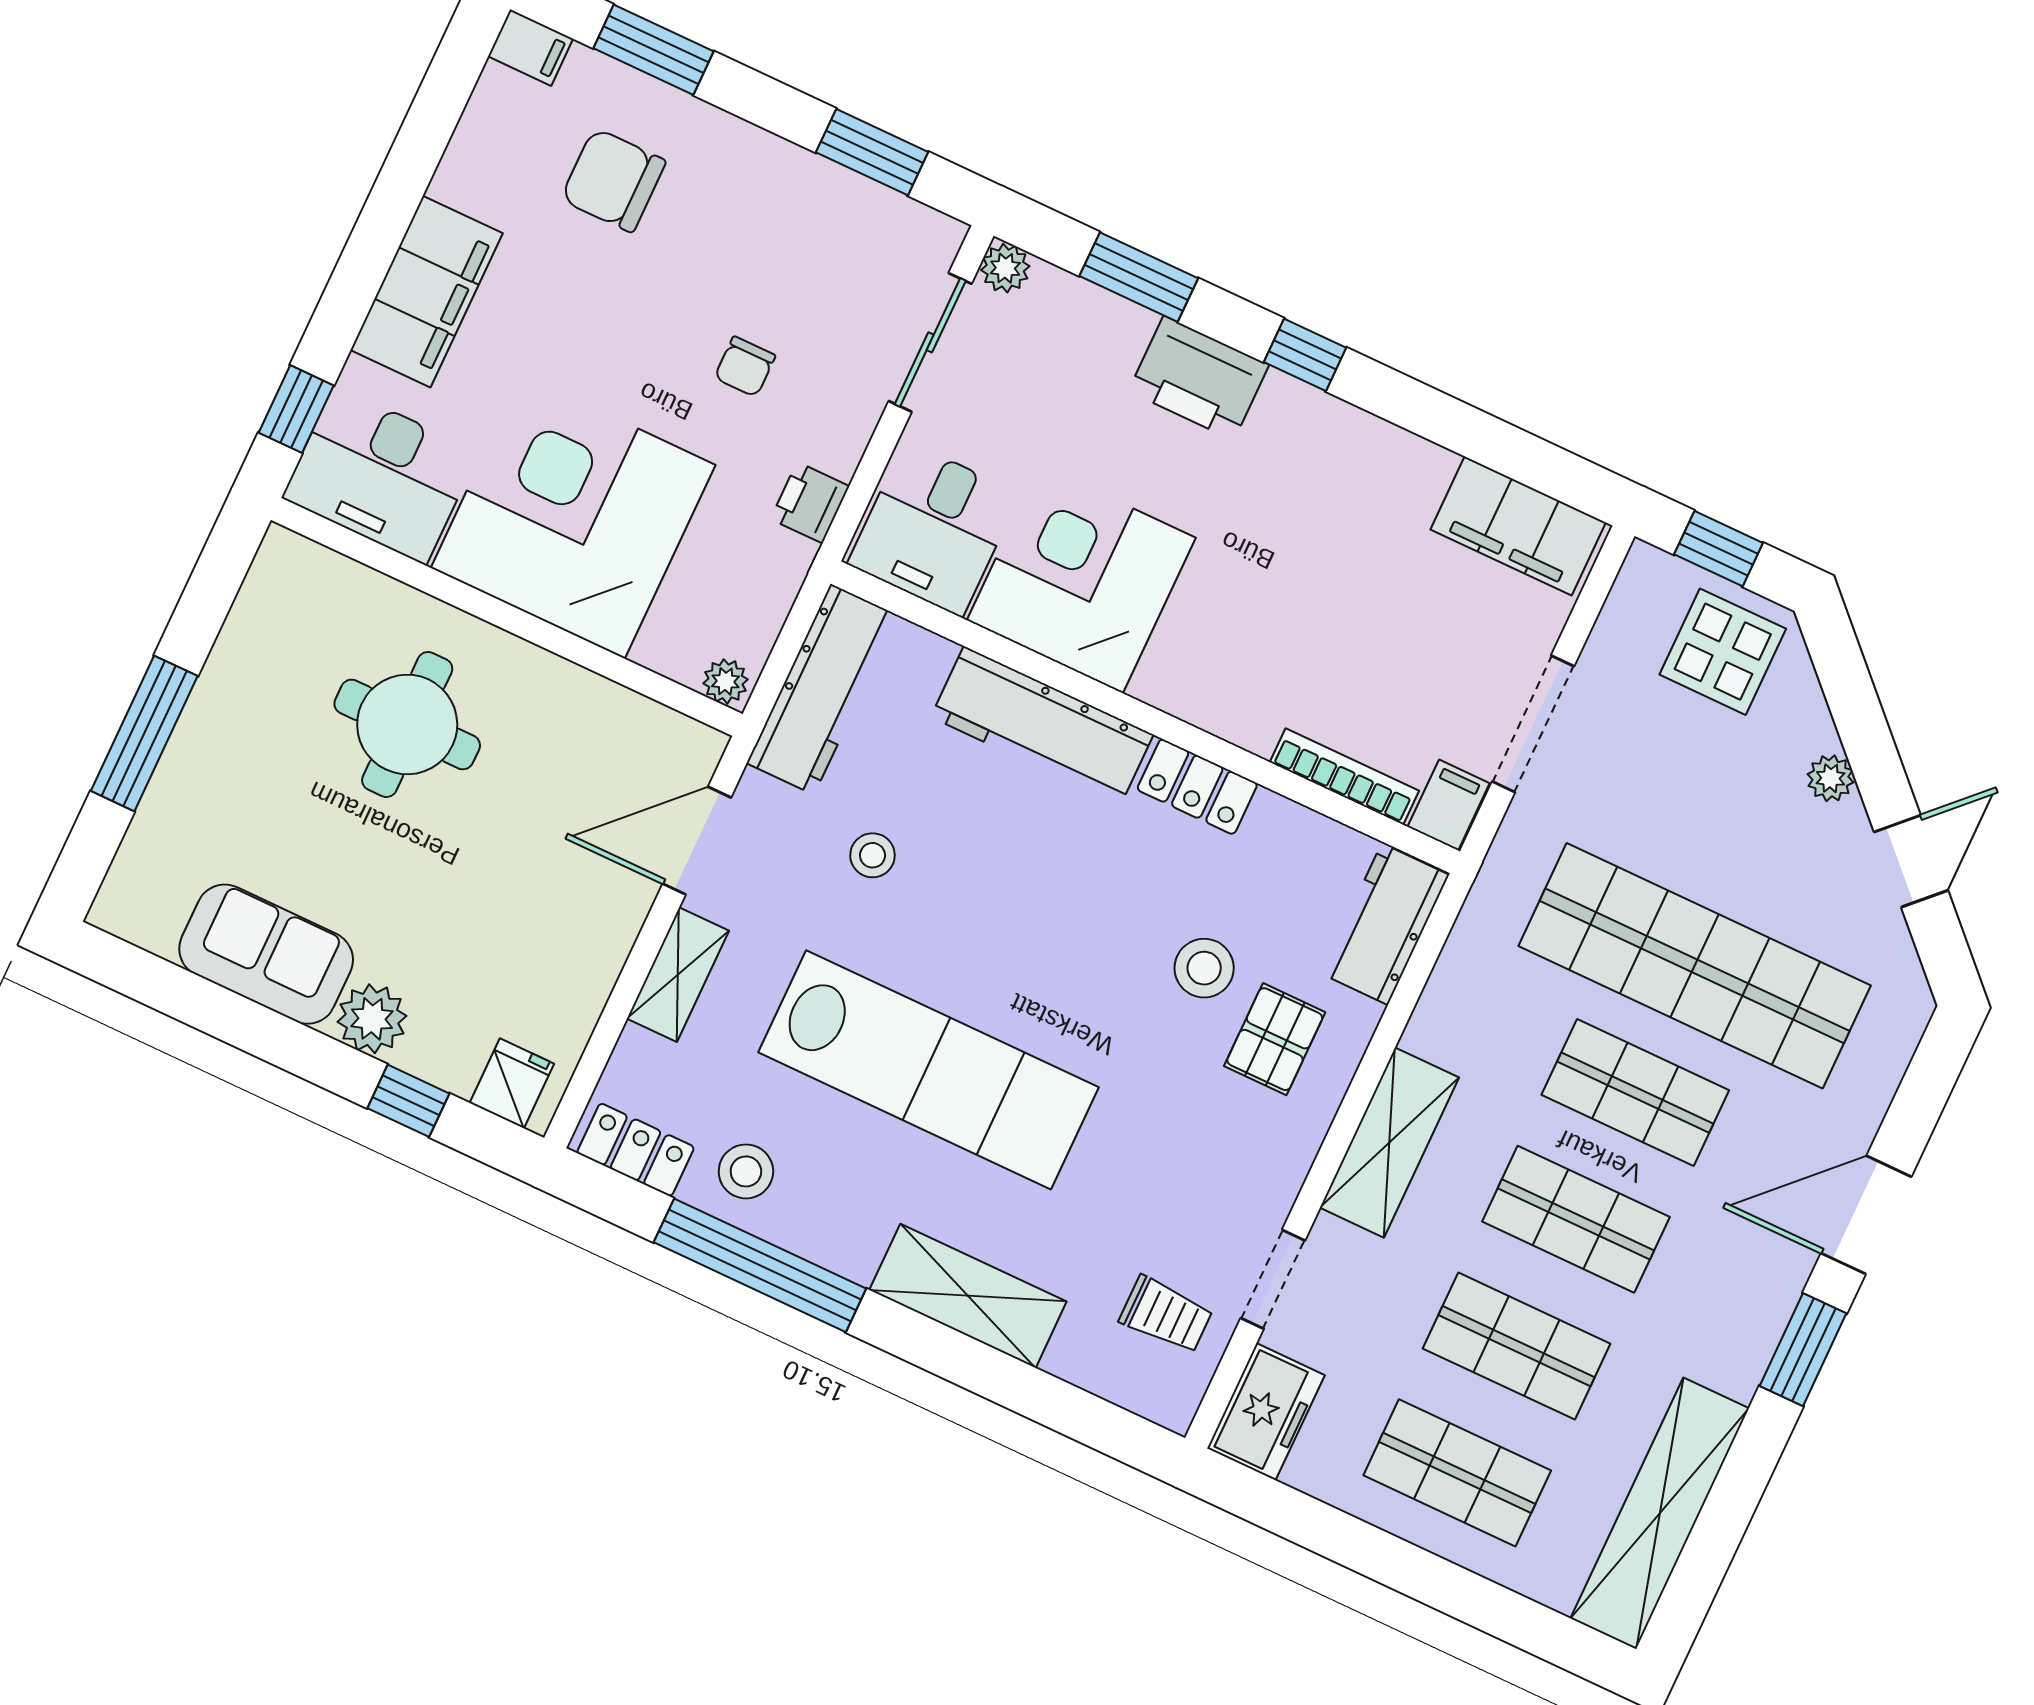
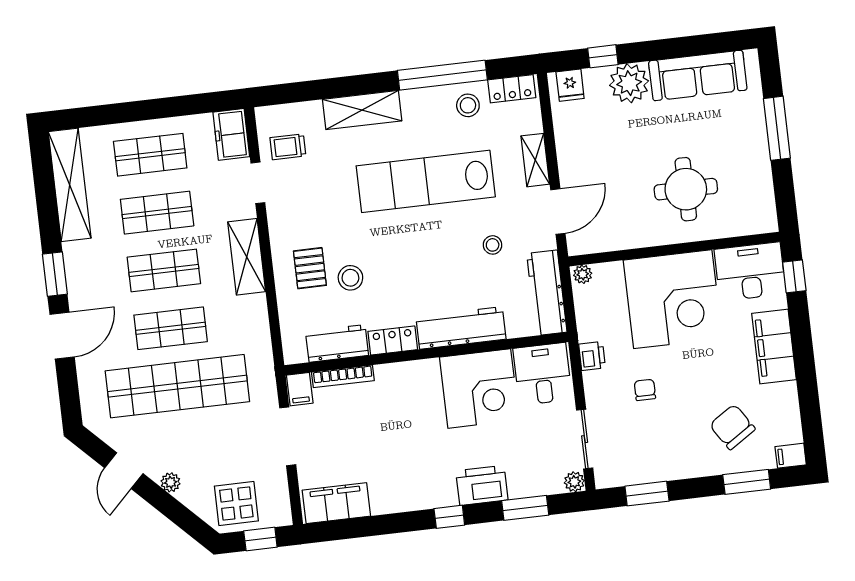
chair: (613, 180) -> (732, 427), turned -123
workbench: (1385, 924) -> (337, 343), moved, turned -90
sofa: (266, 954) -> (698, 75), width x1.36
plant: (372, 1019) -> (629, 83), width x1.36, depth x1.36

